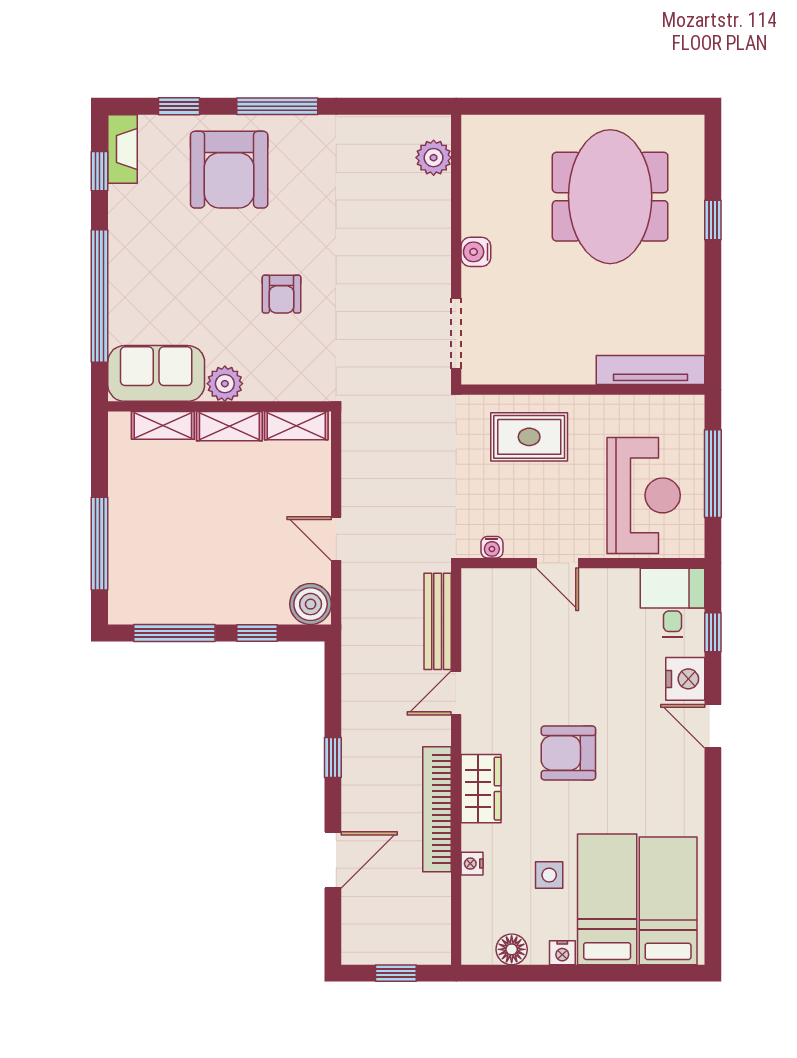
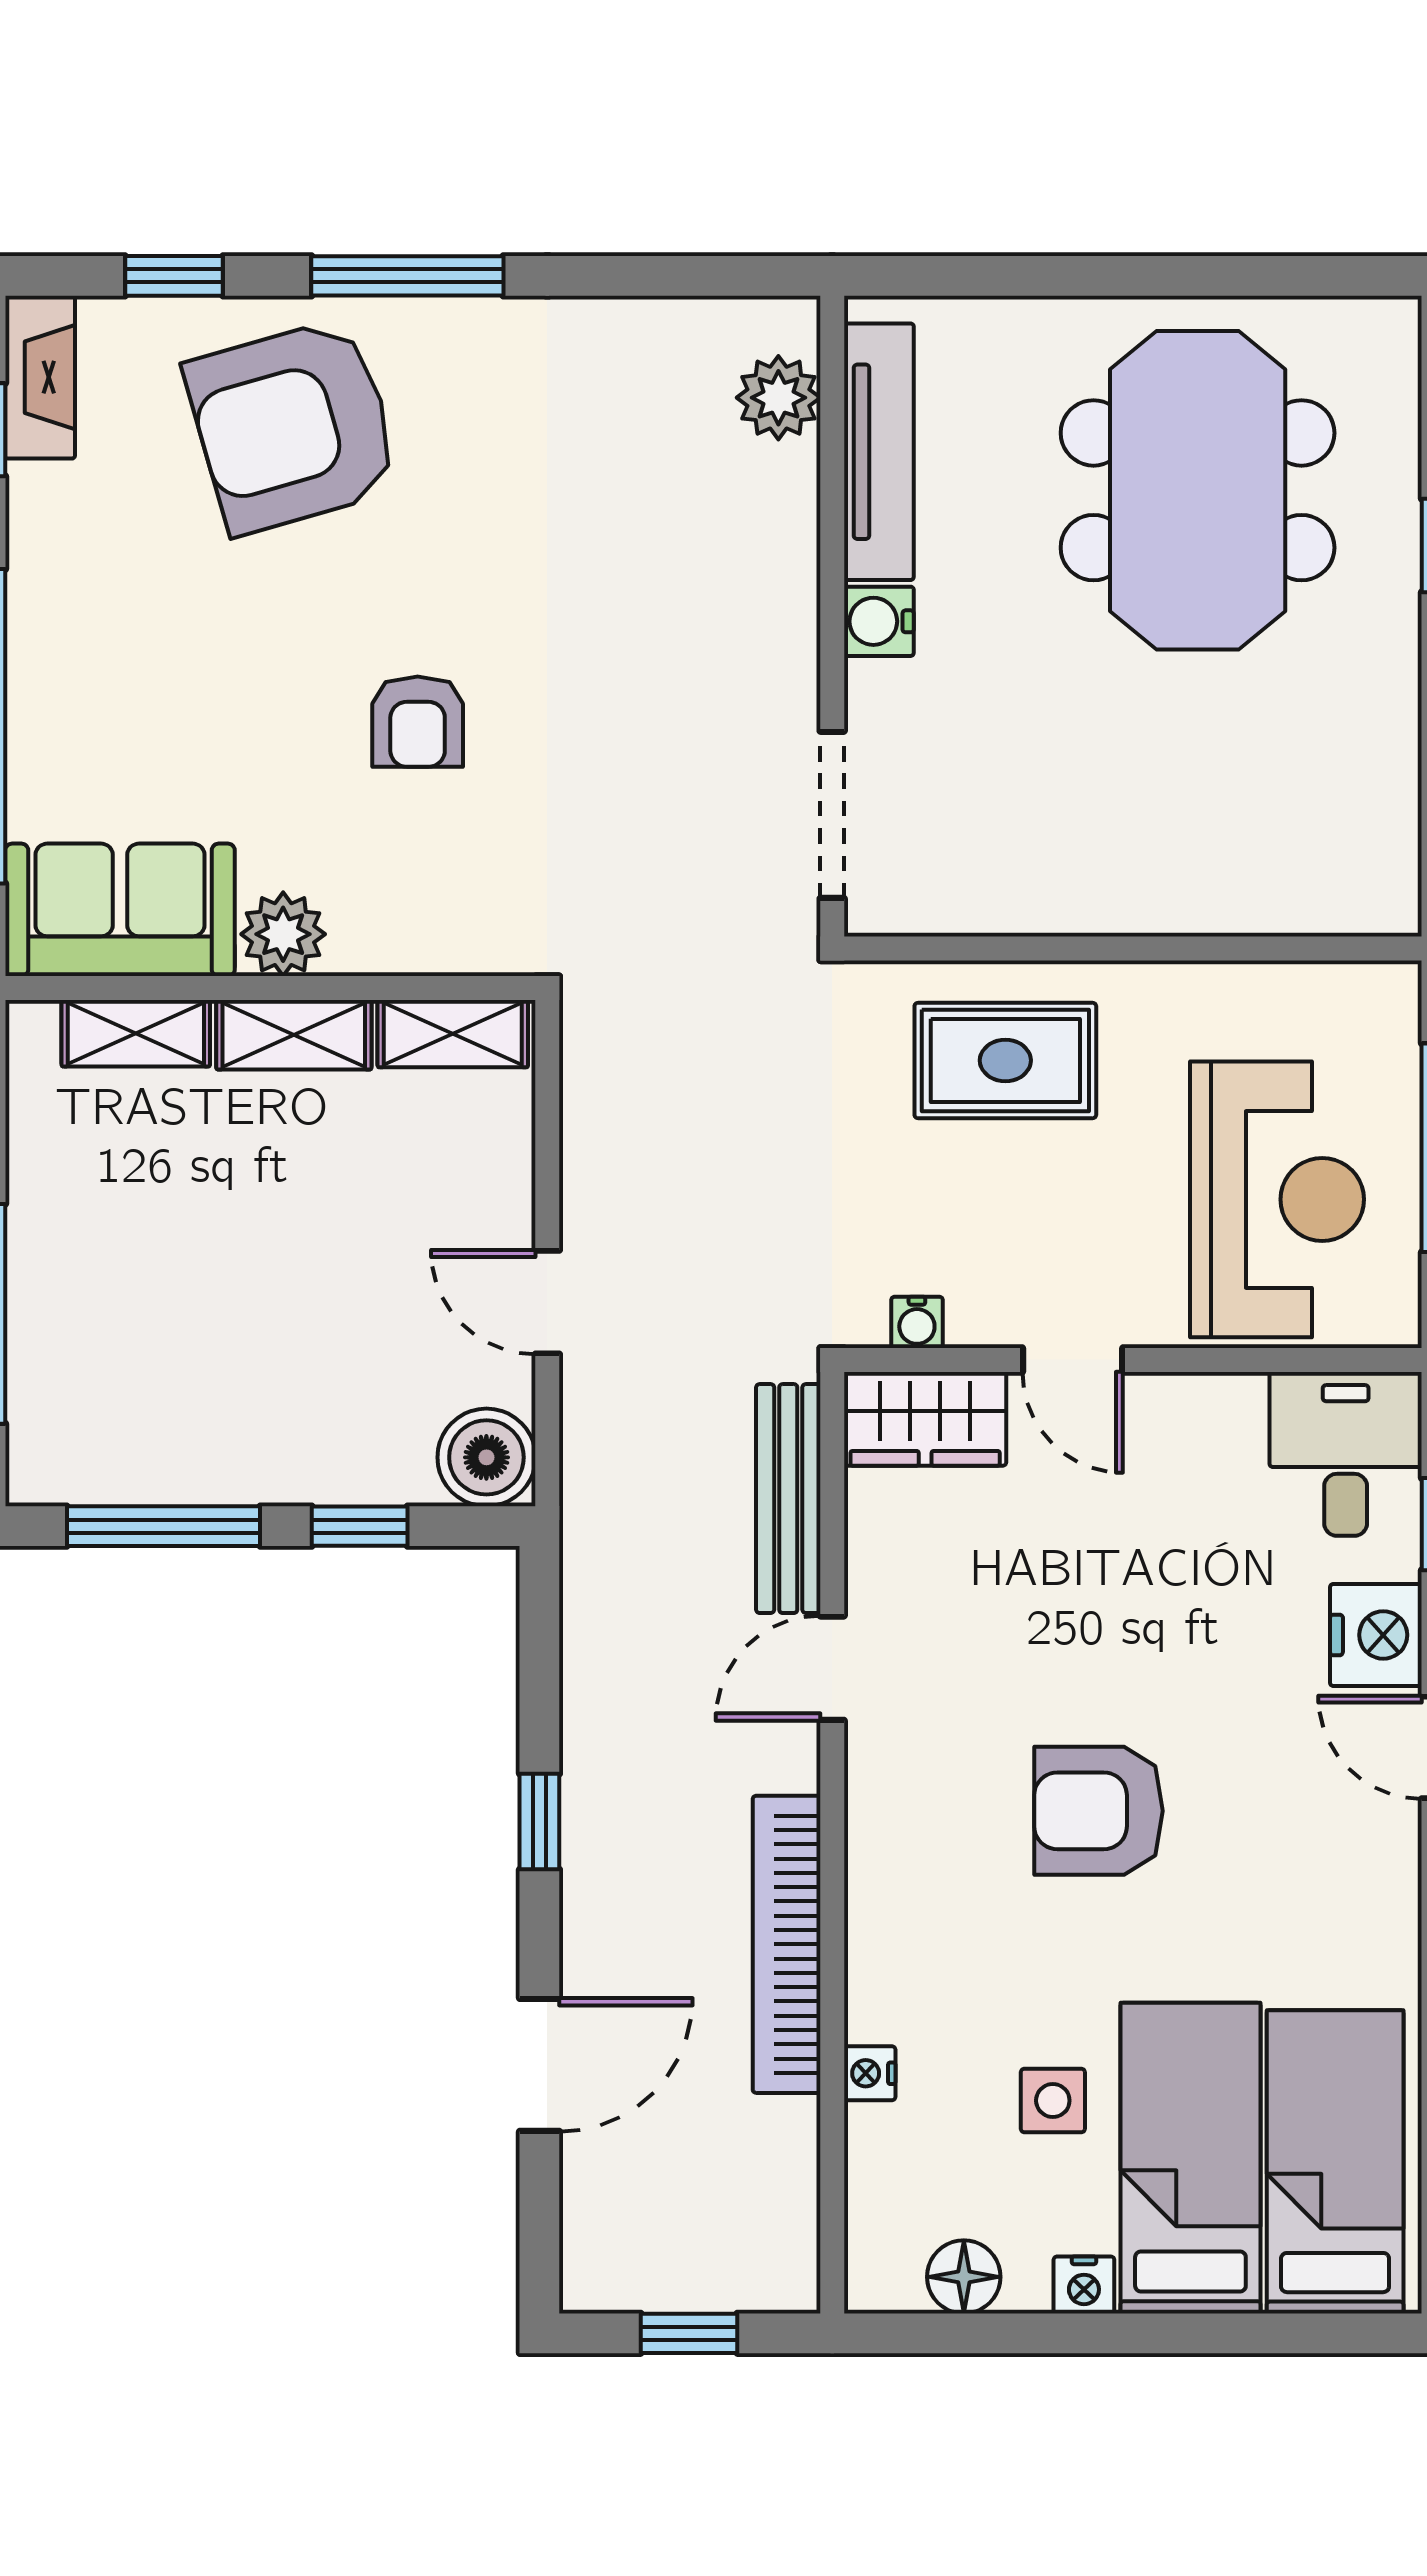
armchair: (229, 170) -> (293, 426), turned 74
tv unit: (650, 370) -> (879, 452), moved, turned 90
wardrobe: (481, 789) -> (925, 1419), moved, turned 90

